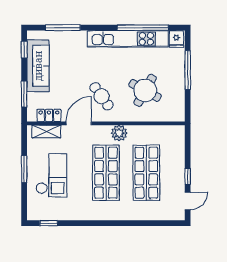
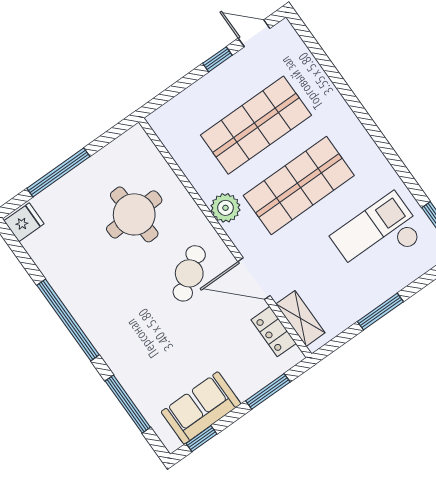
window: (143, 28) -> (68, 320), moved
kitchen unit: (128, 39) -> (75, 295), removed
sofa: (38, 66) -> (201, 408), width x0.73
round table: (145, 90) -> (134, 214), turned -32
checkout: (51, 175) -> (378, 236), moved

